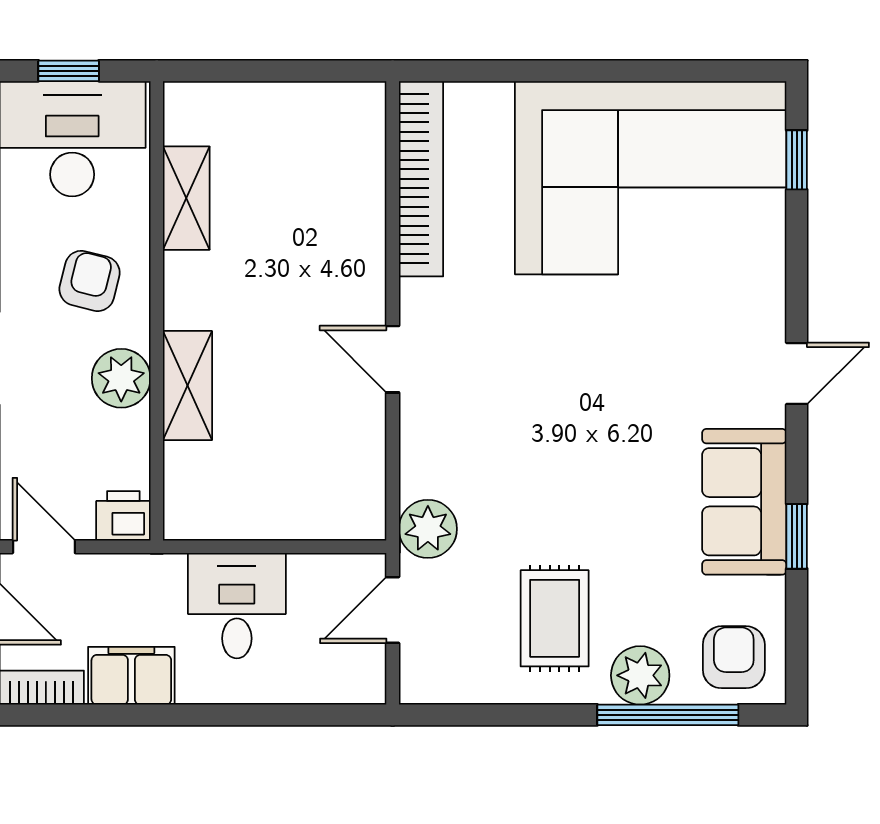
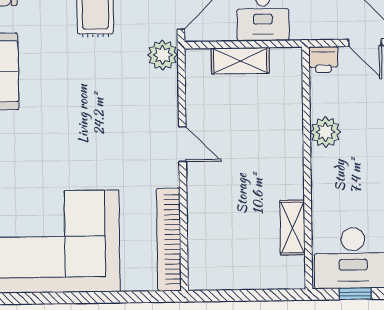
armchair: (90, 281) -> (343, 183), removed
shelving: (187, 386) -> (240, 61), moved, turned 90

